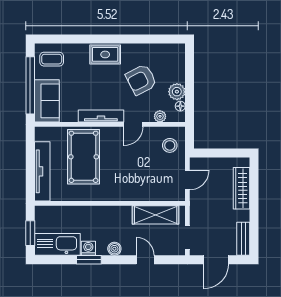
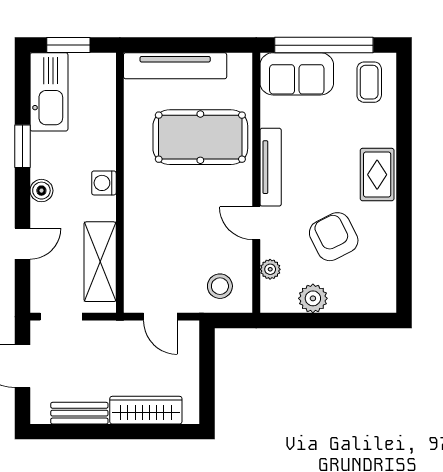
floor lamp: (180, 106) -> (288, 304), removed
bench: (243, 239) -> (79, 413), moved
washing machine: (88, 248) -> (104, 183), moved, turned 180

